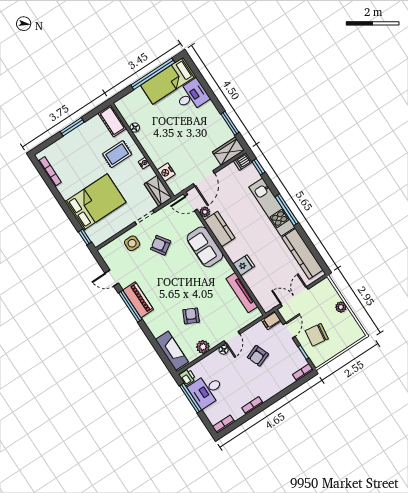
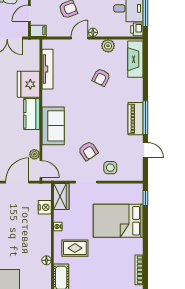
kitchen counter: (220, 229) -> (32, 114), moved
fridge: (244, 265) -> (28, 84), width x1.88, depth x1.34

